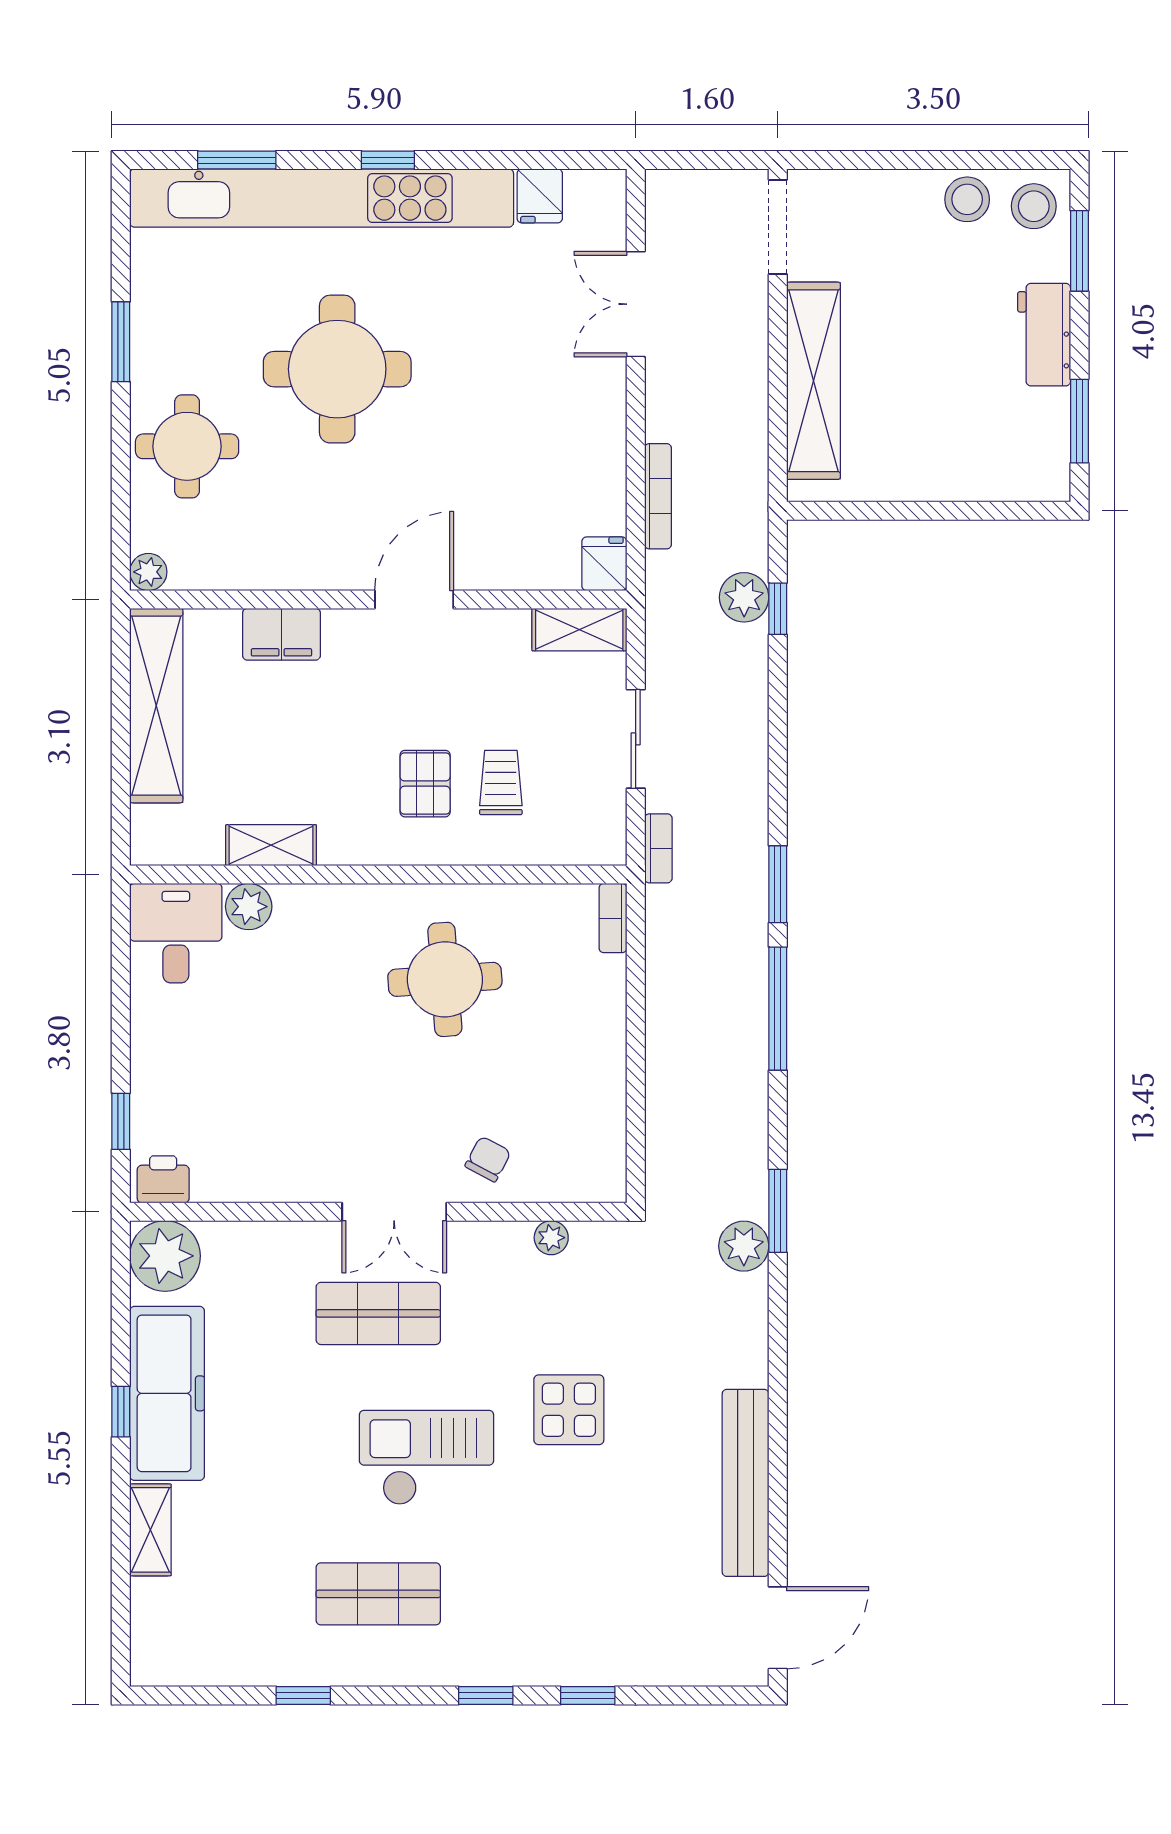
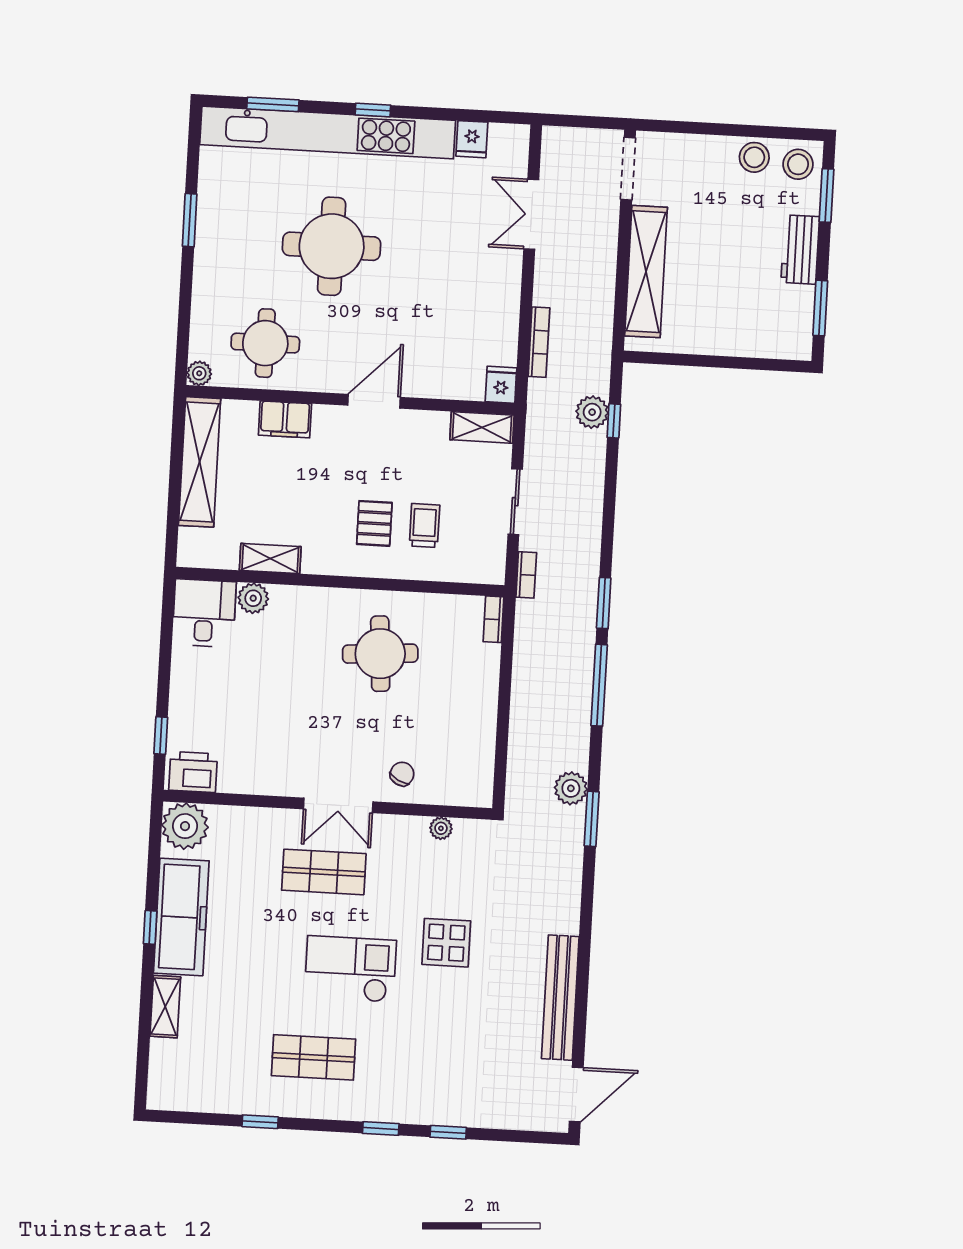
round table: (187, 446) -> (265, 343), moved
printer: (163, 1179) -> (193, 772), width x1.36, depth x1.24
plant: (744, 1246) -> (571, 788), moved

